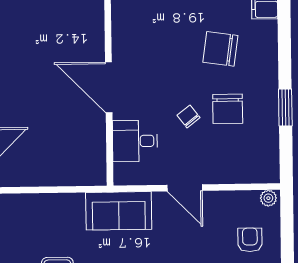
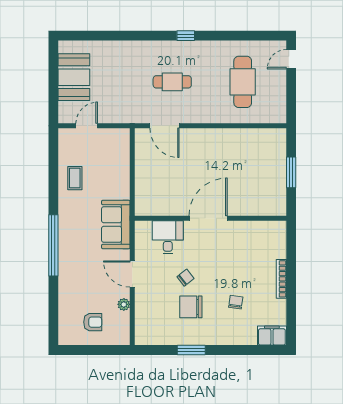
chair: (220, 49) -> (236, 302), width x0.54, depth x0.54
door: (185, 188) -> (132, 274), hinge flipped
plant: (268, 198) -> (124, 304), moved

